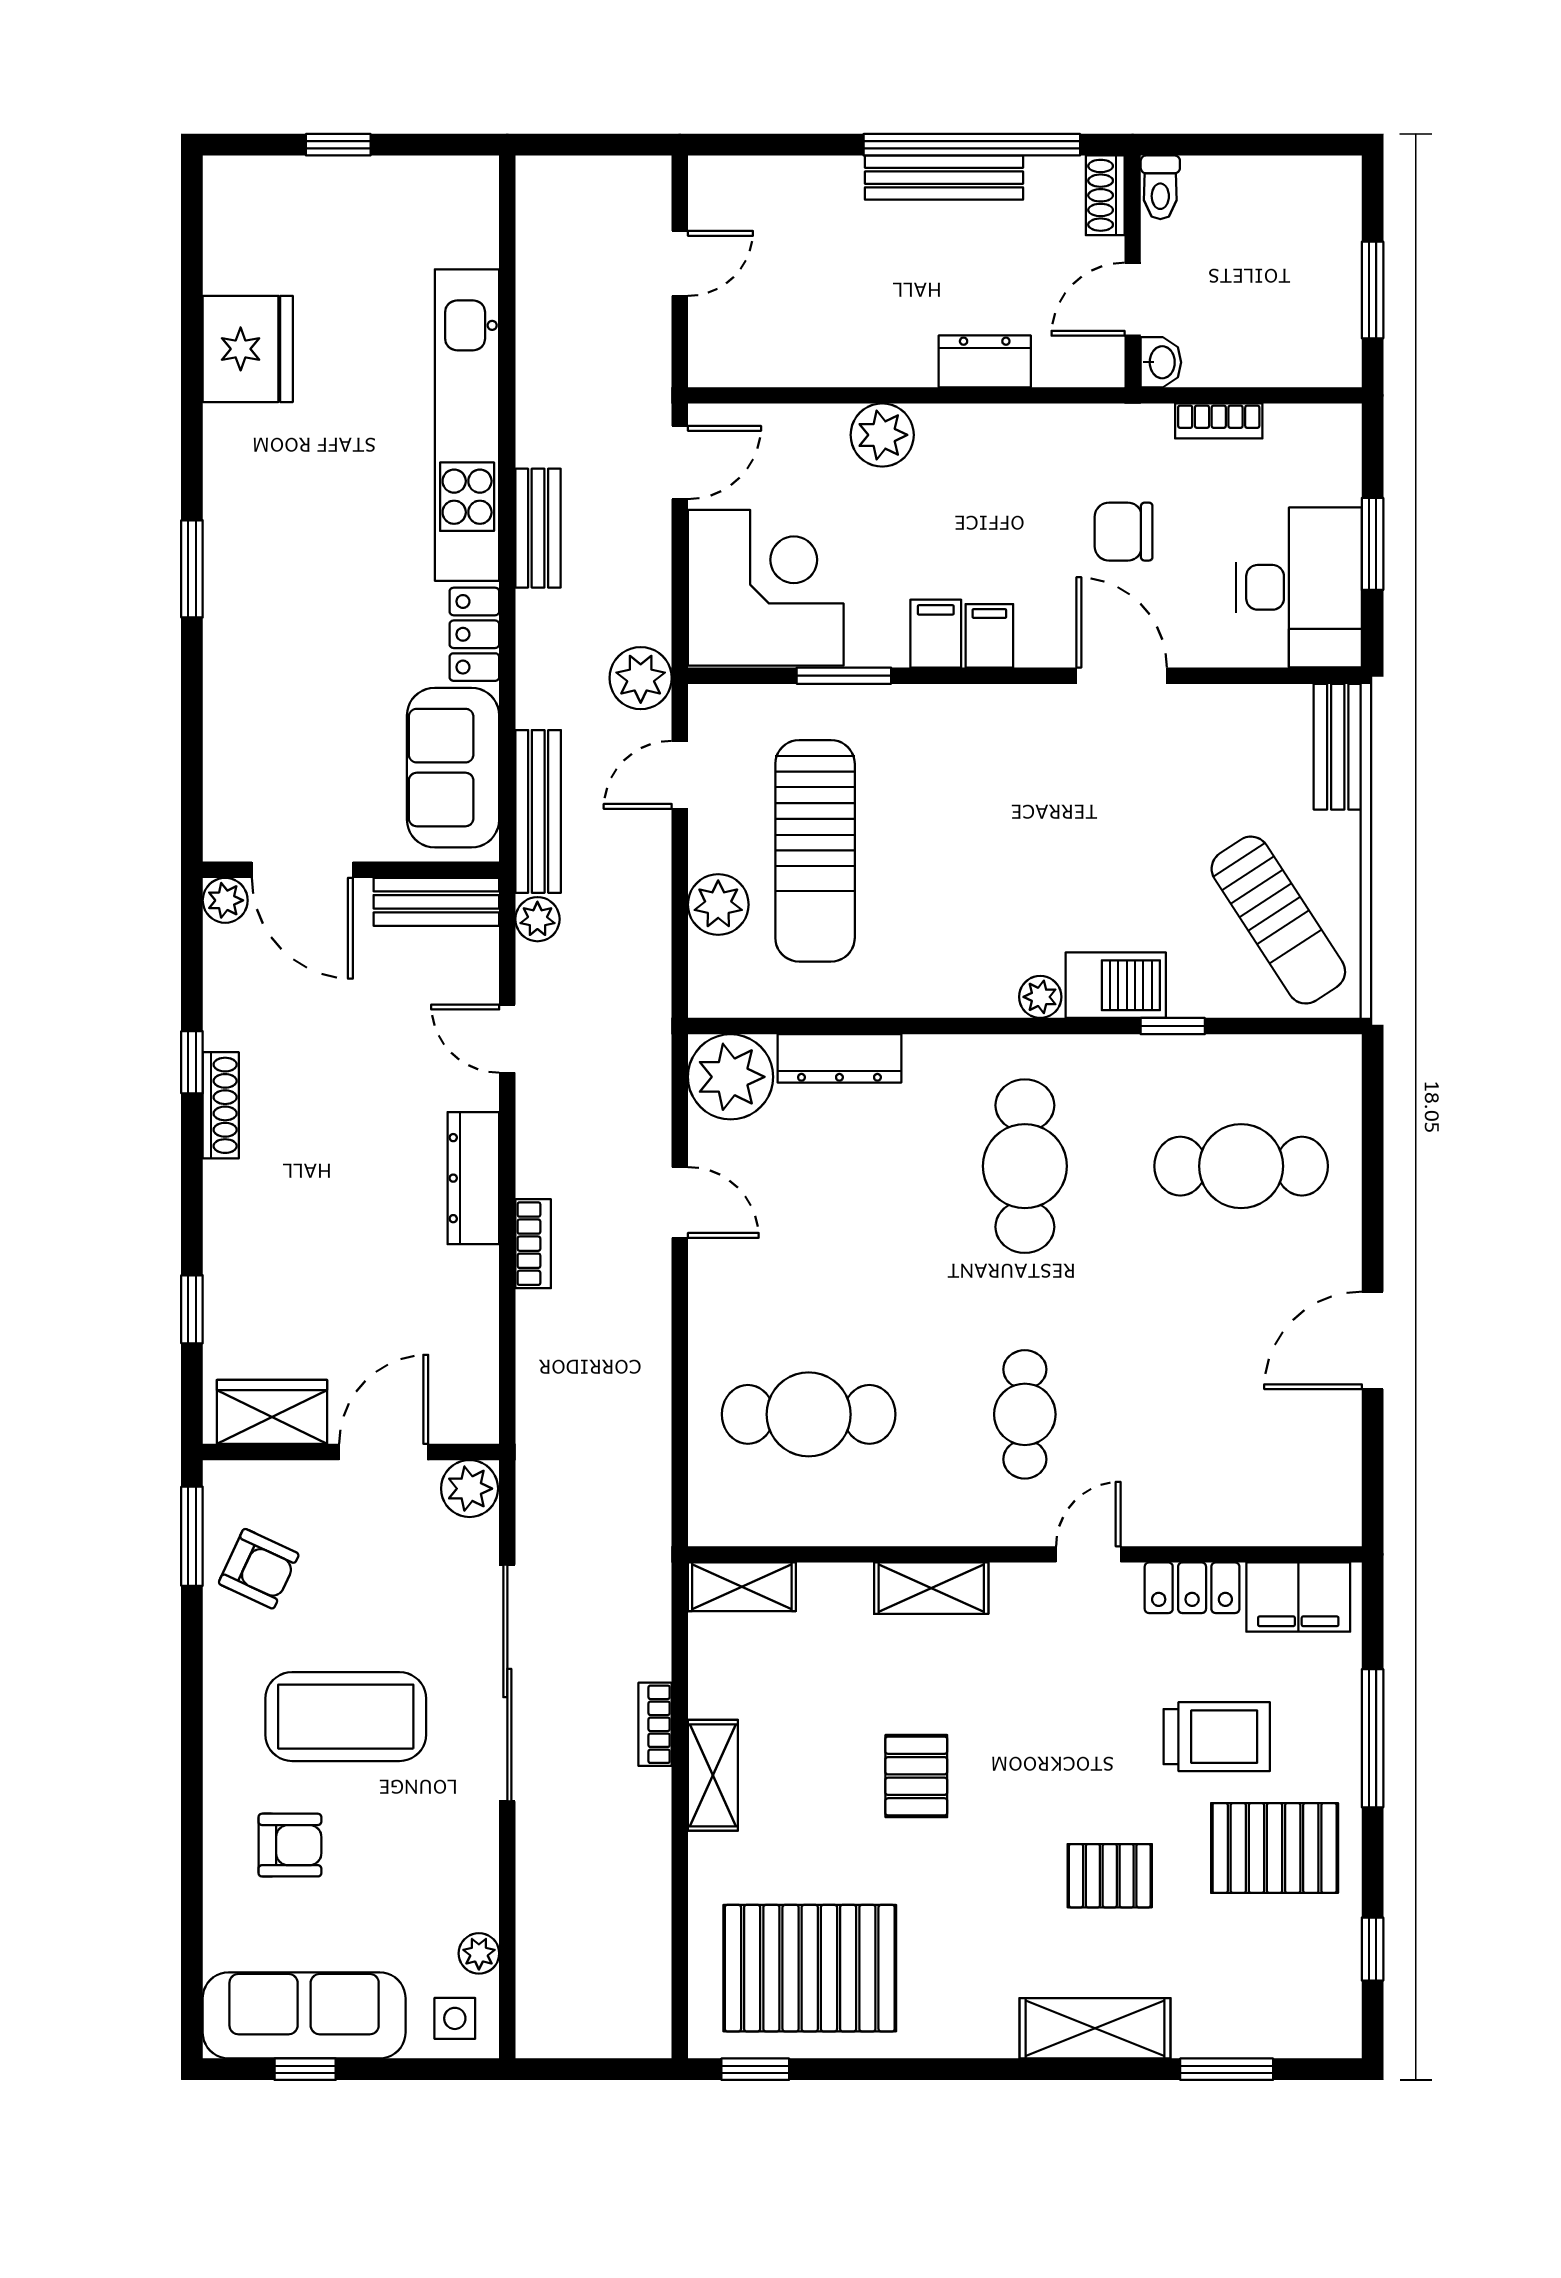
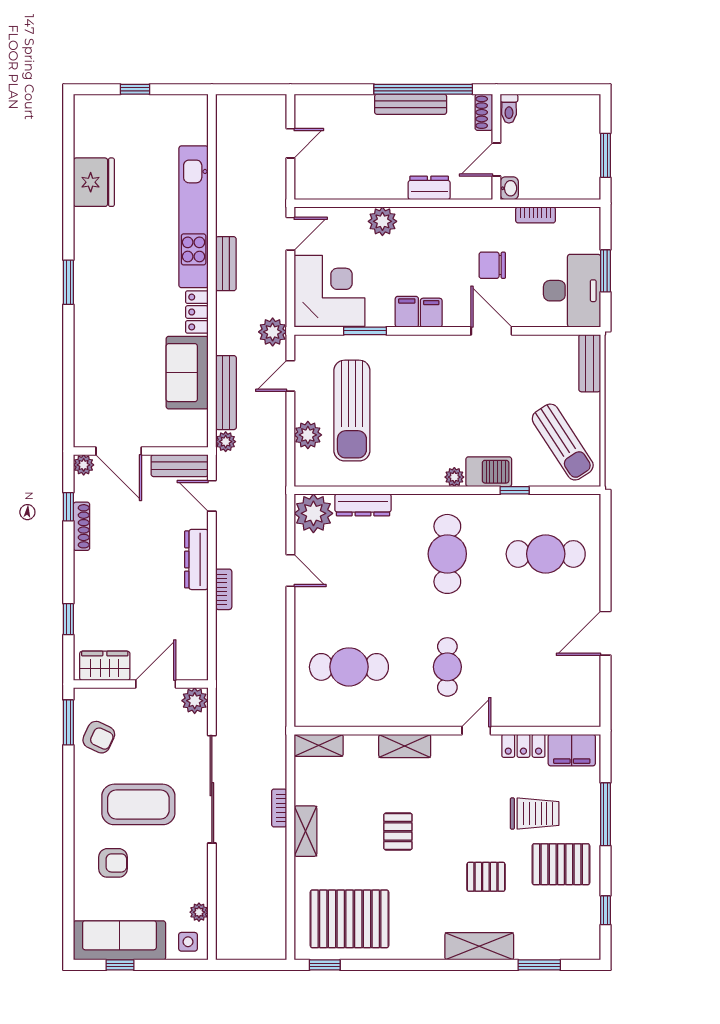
door: (302, 870) -> (119, 451), moved
wall: (351, 870) -> (141, 451), moved
plant: (225, 900) -> (84, 465), moved
bench: (436, 902) -> (180, 466), moved

